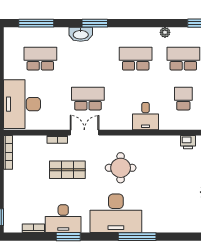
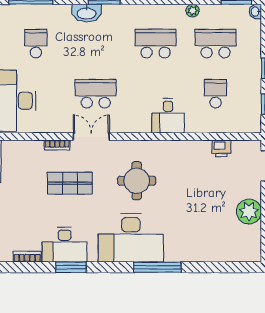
school desk: (40, 59) -> (36, 44), width x0.54

